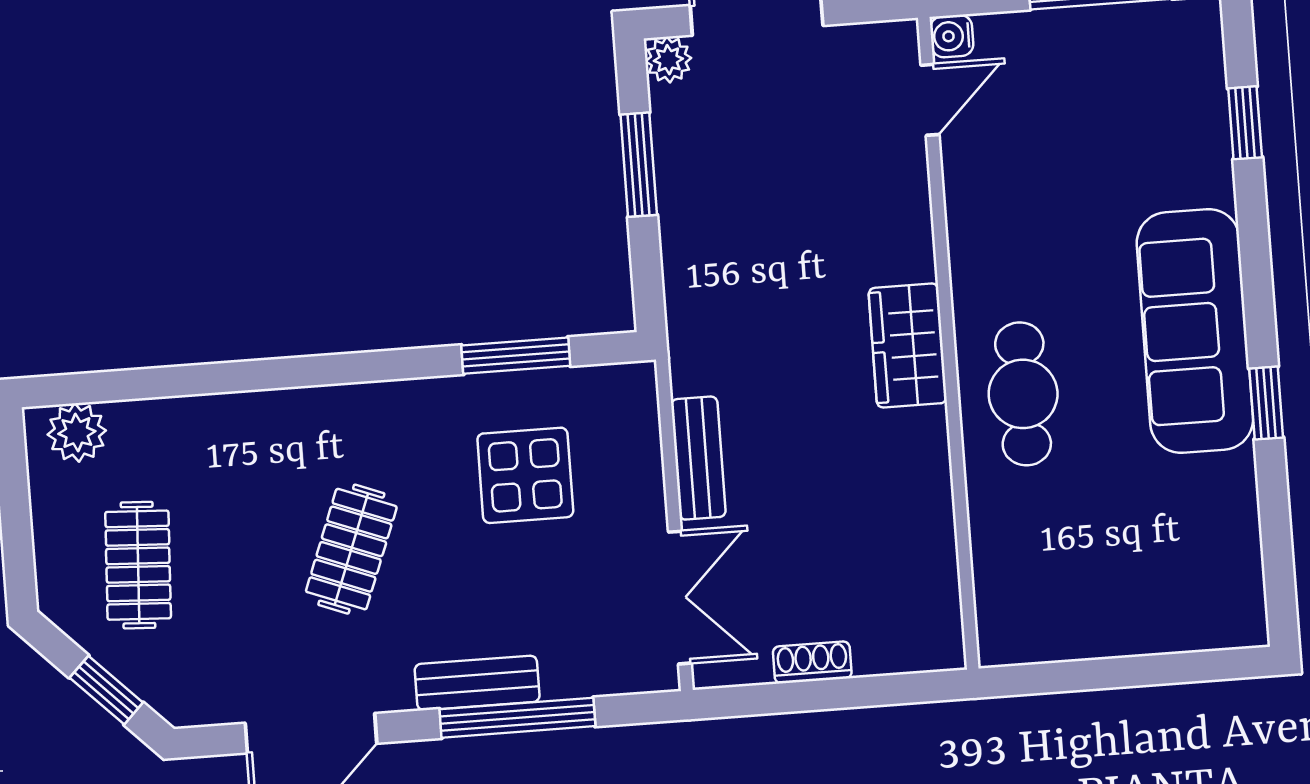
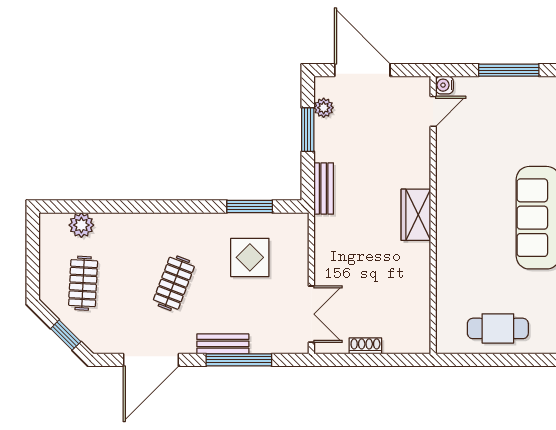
plant: (668, 60) -> (324, 108), moved
cafe table: (1023, 394) -> (498, 328), moved, turned 90
plant: (77, 433) -> (81, 225), moved
bench: (698, 458) -> (324, 189), moved

